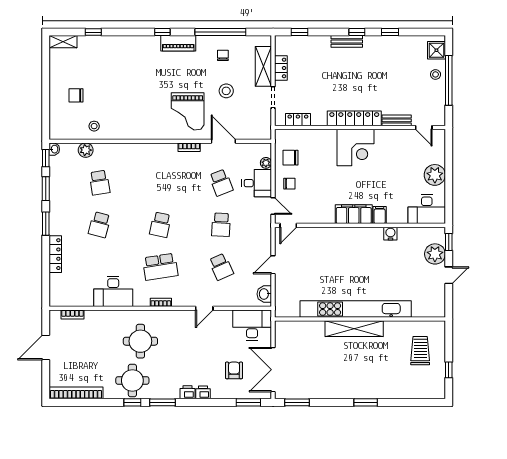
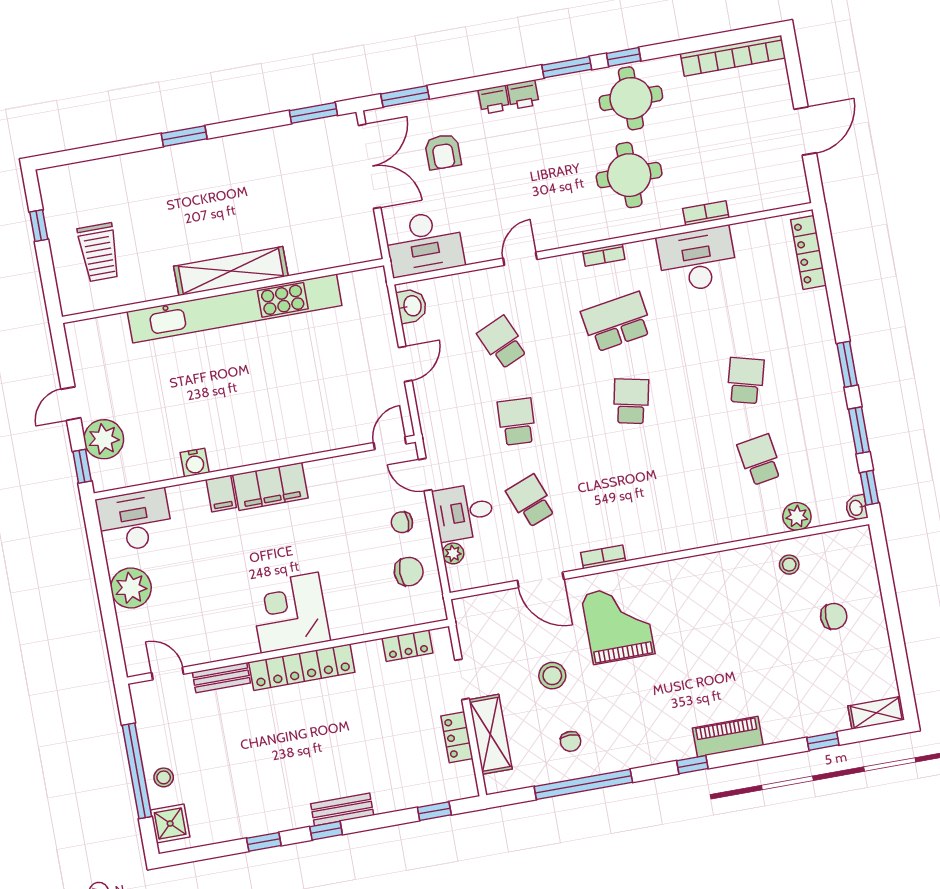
piano: (178, 43) -> (728, 737), moved
locker: (55, 254) -> (808, 252), moved
bookcase: (72, 314) -> (706, 213), moved

